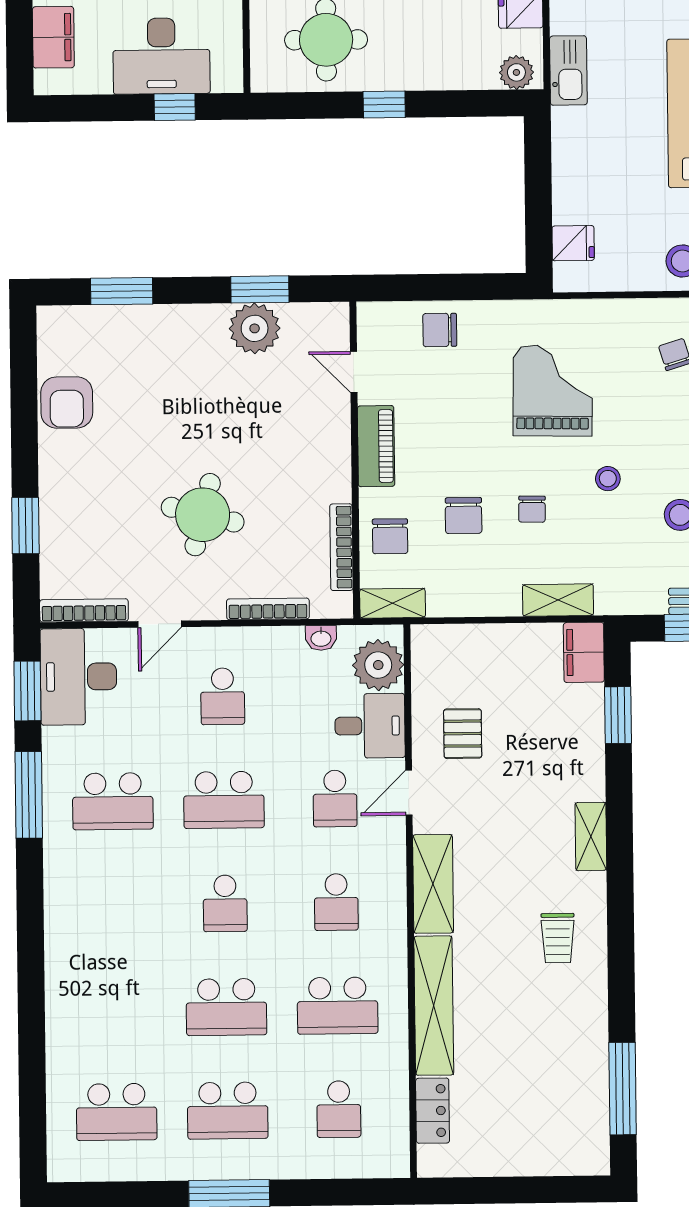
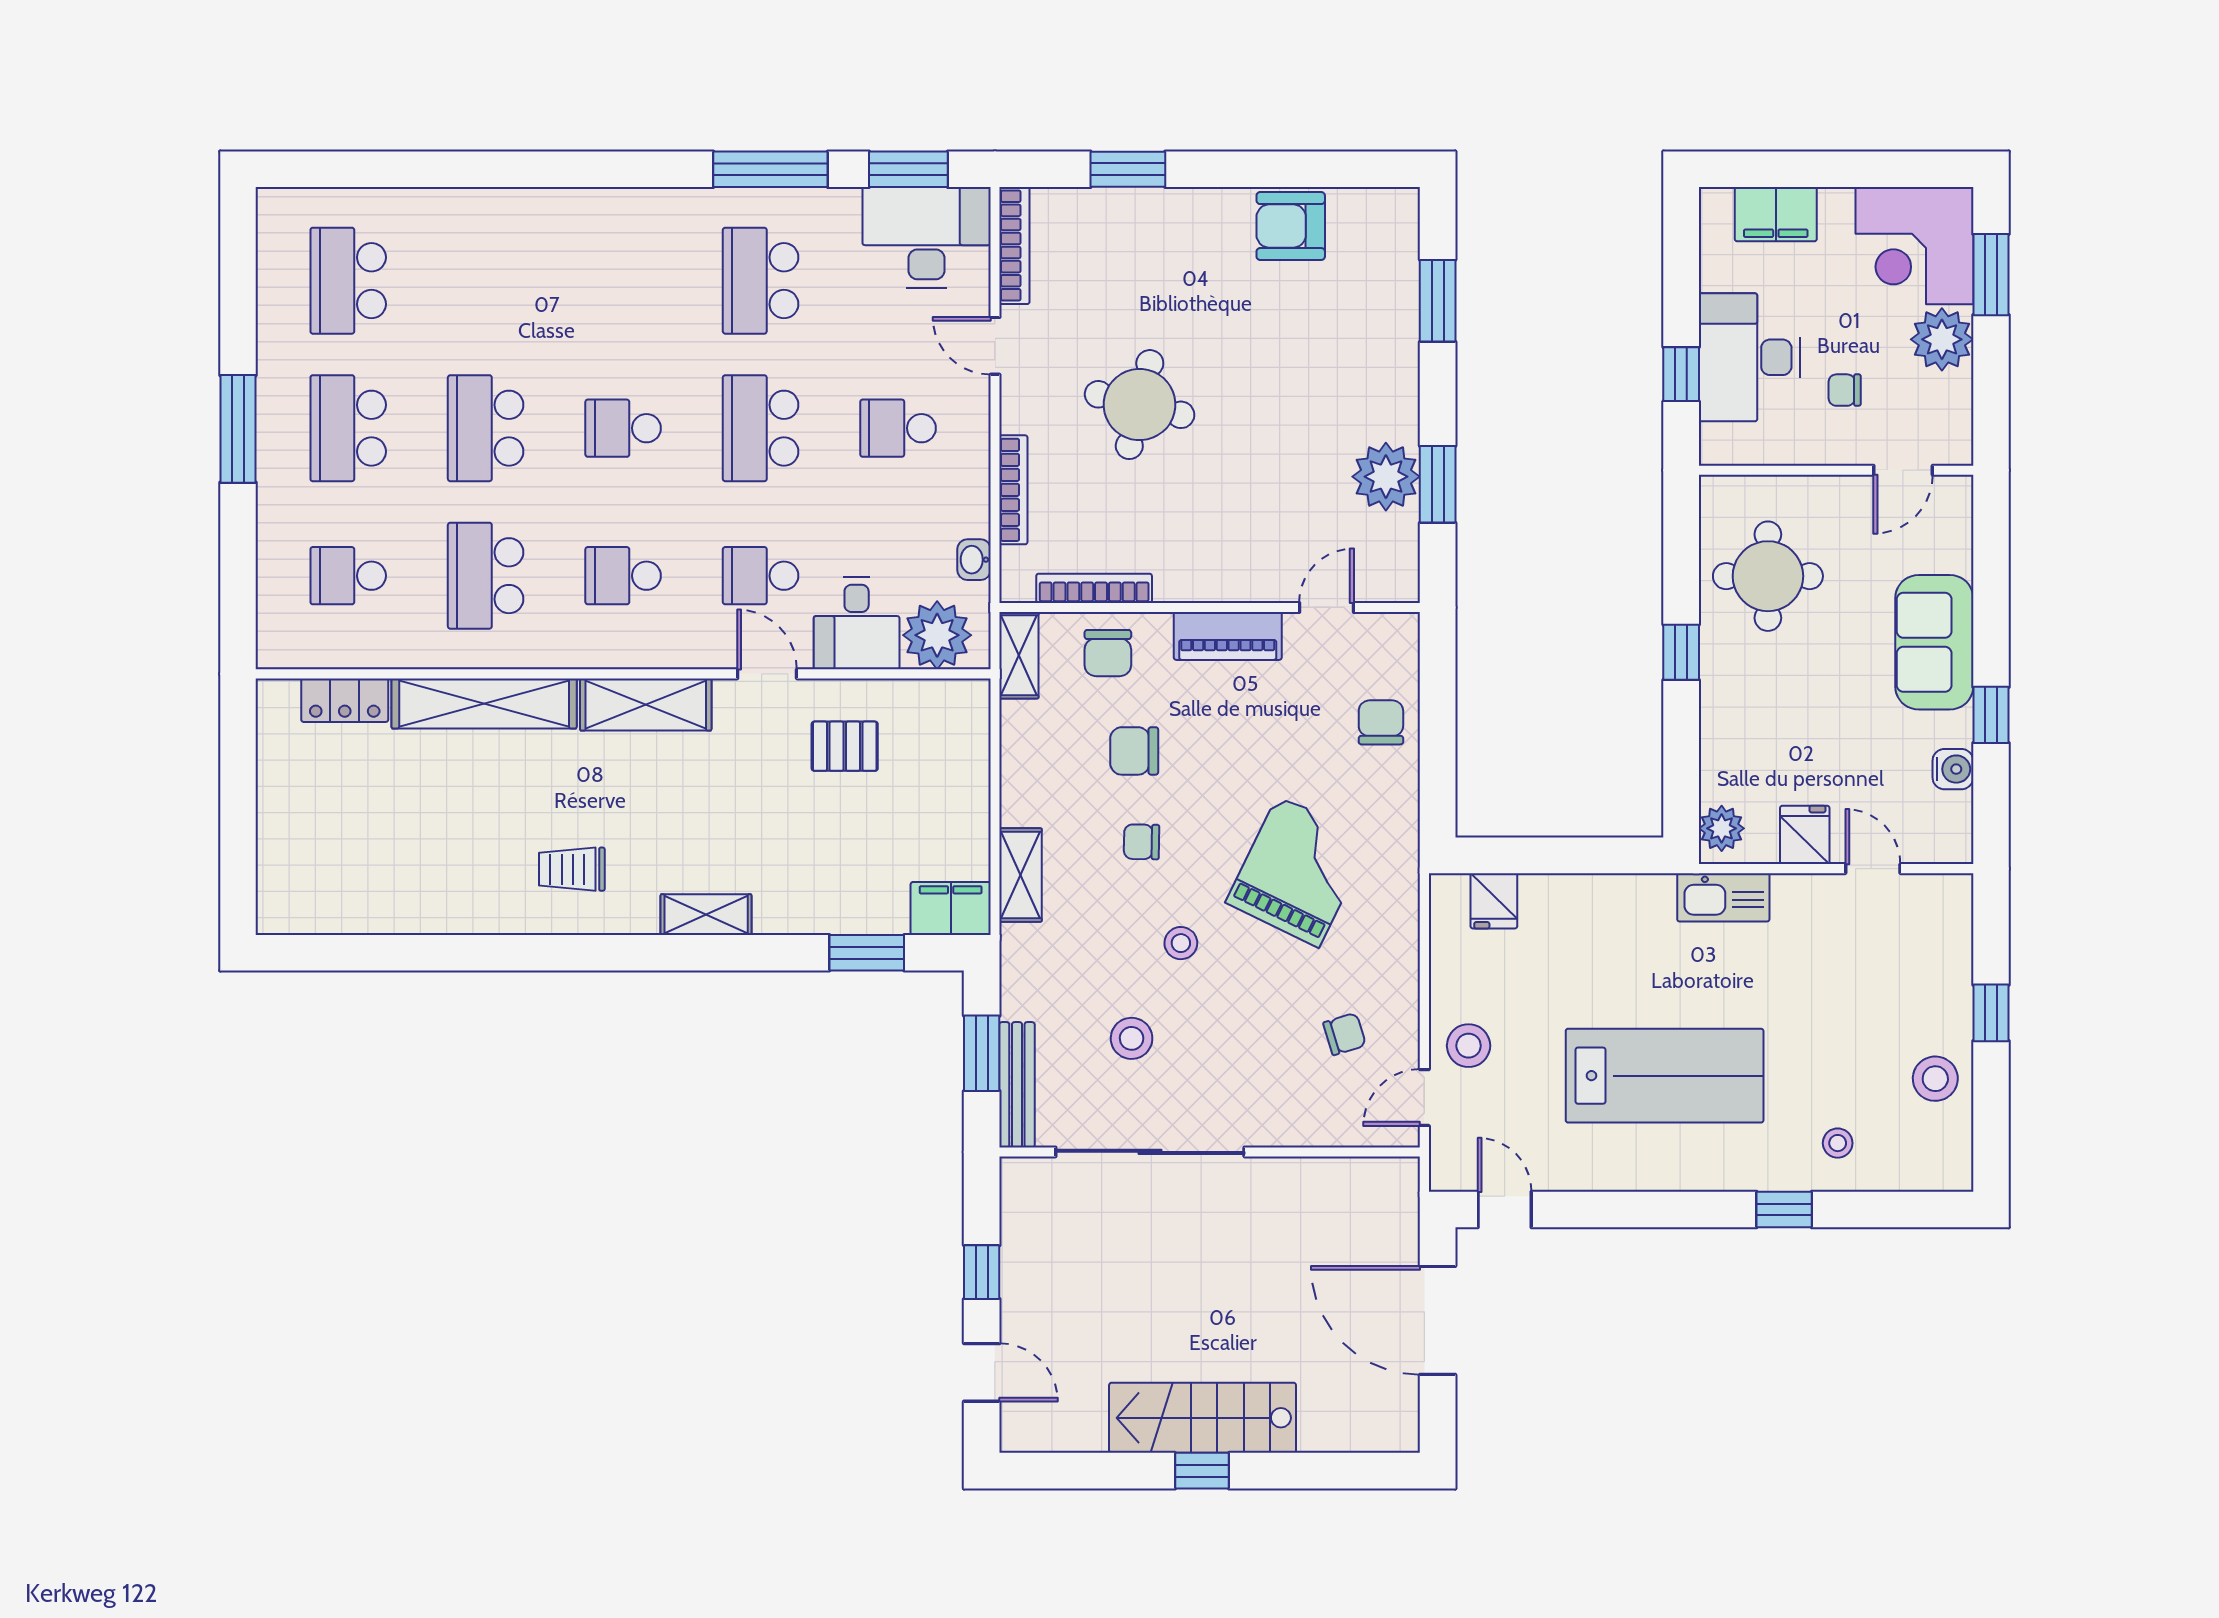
grand piano: (553, 391) -> (1298, 871), turned -65
chair: (390, 536) -> (1108, 653), turned -90
window: (623, 1089) -> (371, 953), removed

